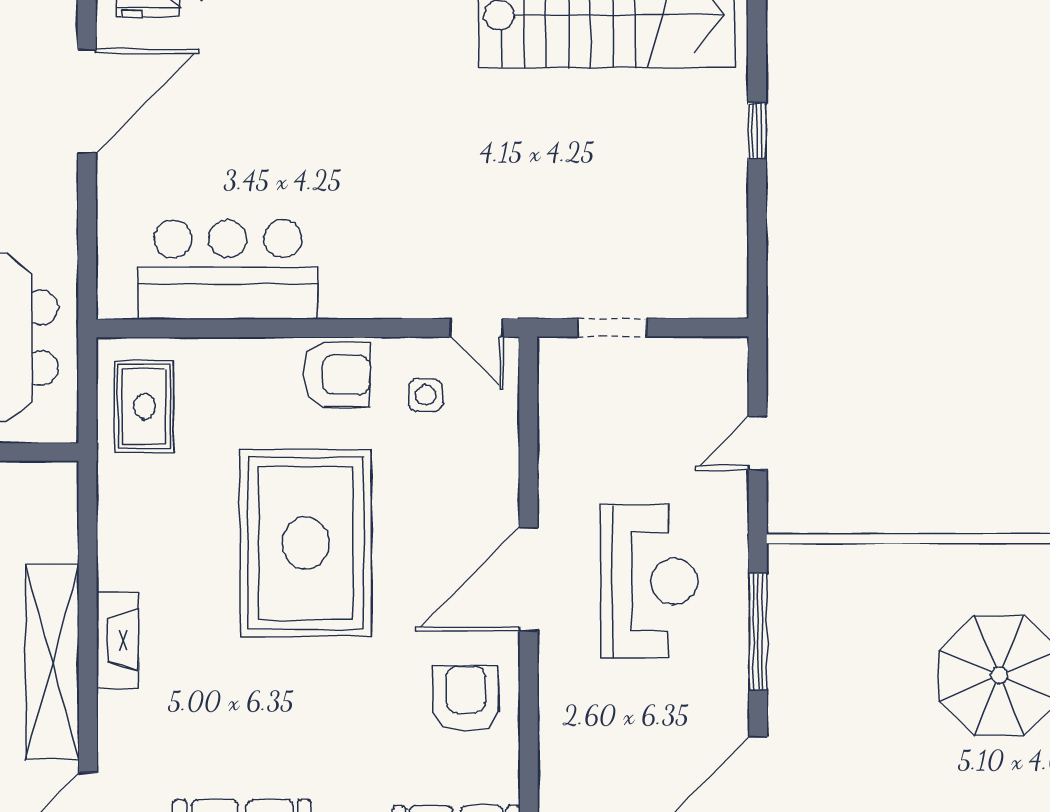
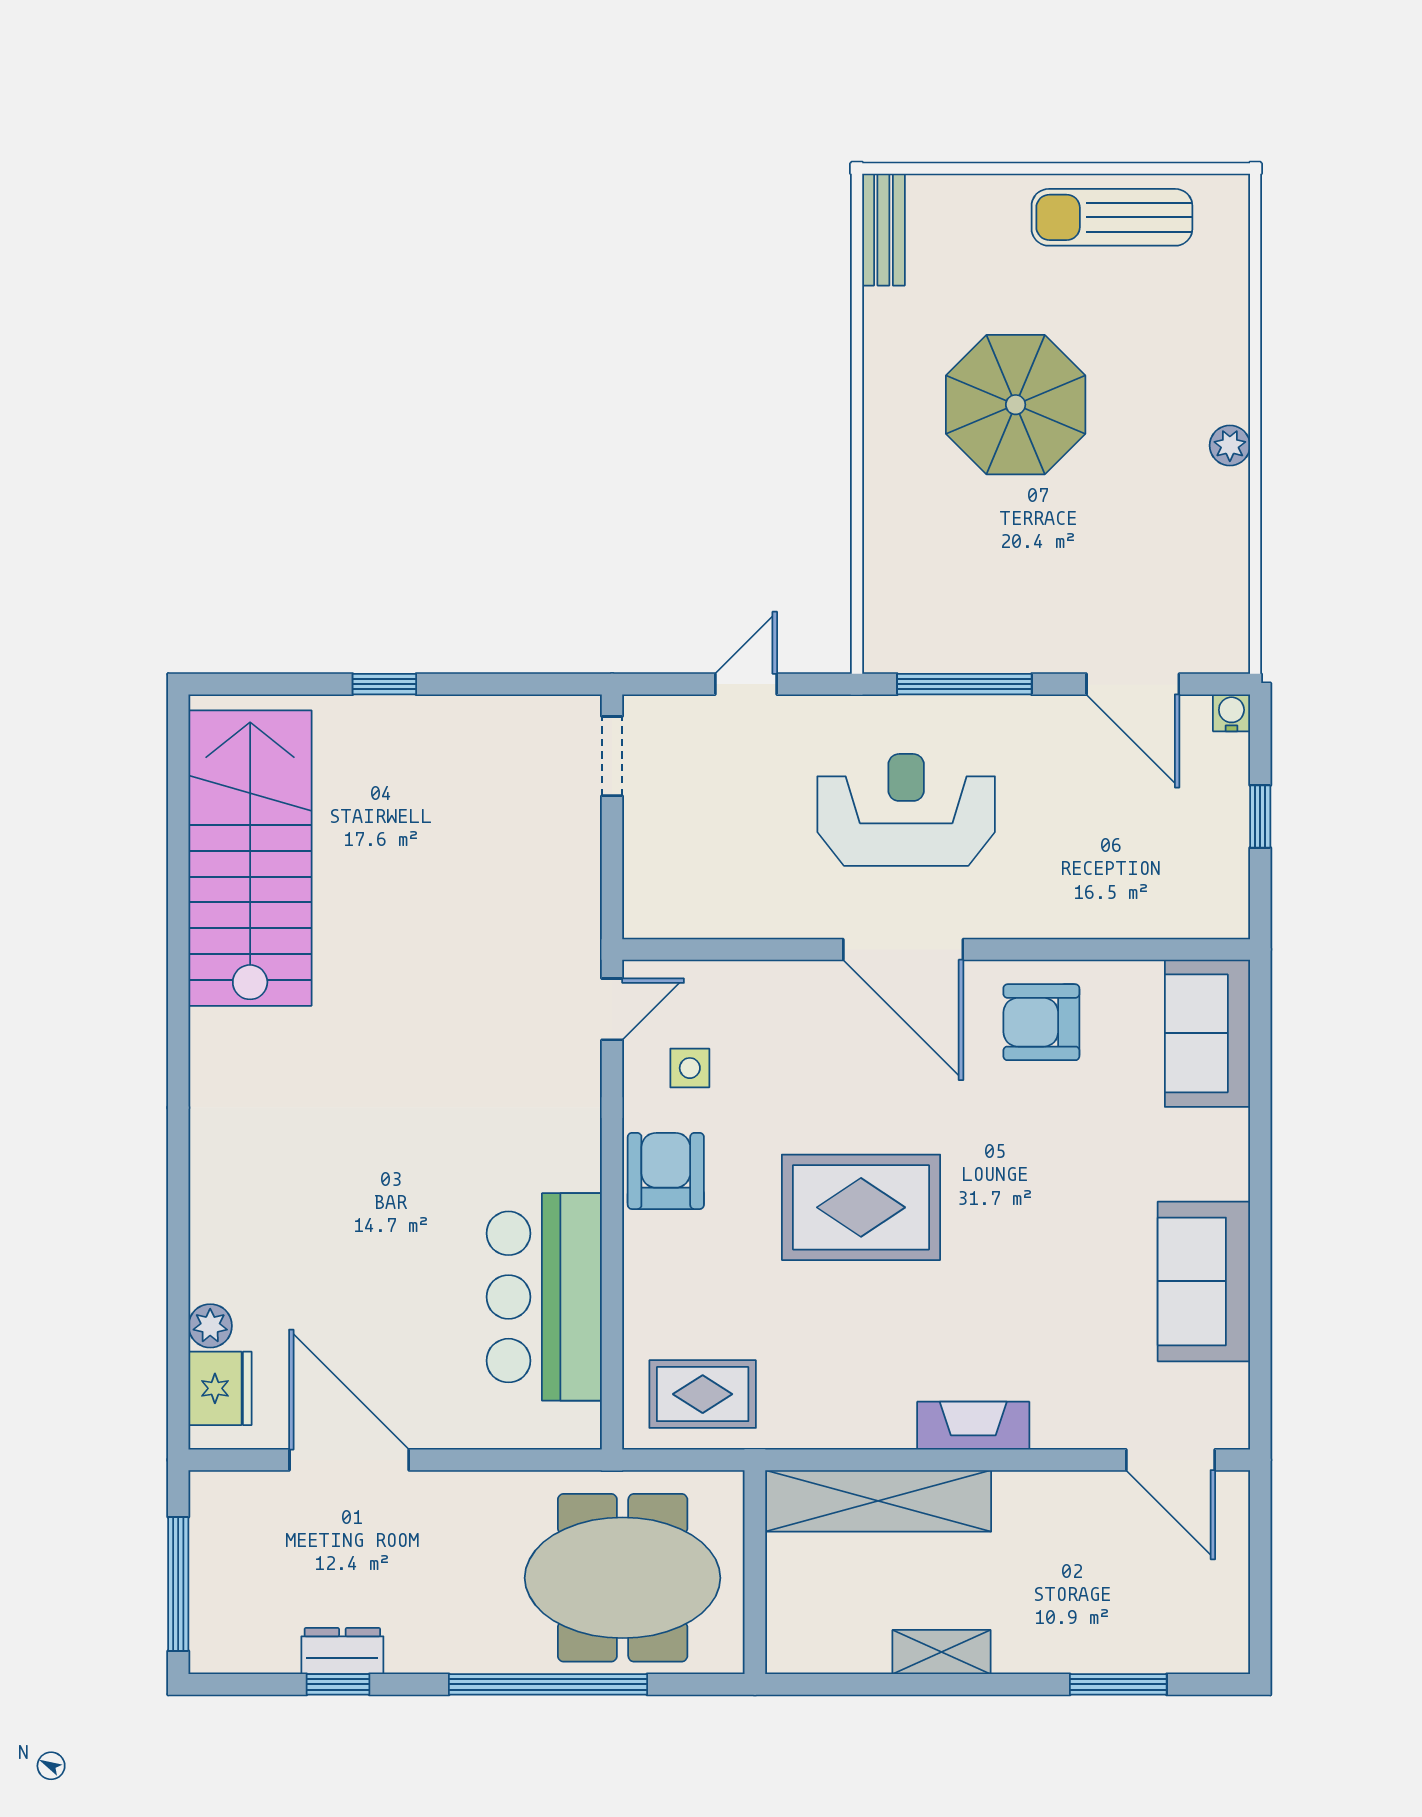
doorway: (612, 328) -> (612, 756), moved
door: (758, 443) -> (746, 684), swing flipped
rug: (306, 543) -> (861, 1207), width x0.73, depth x0.69
shelving: (52, 662) -> (878, 1501), moved

